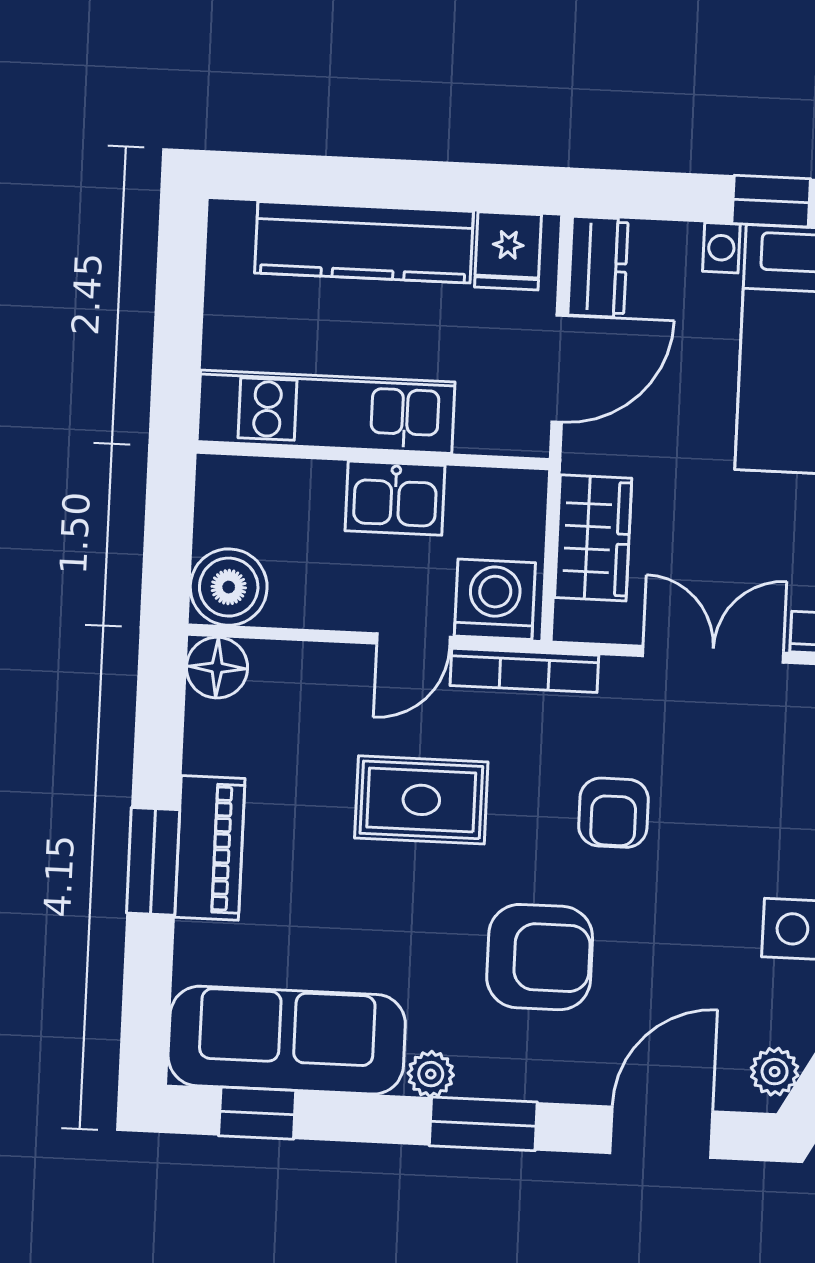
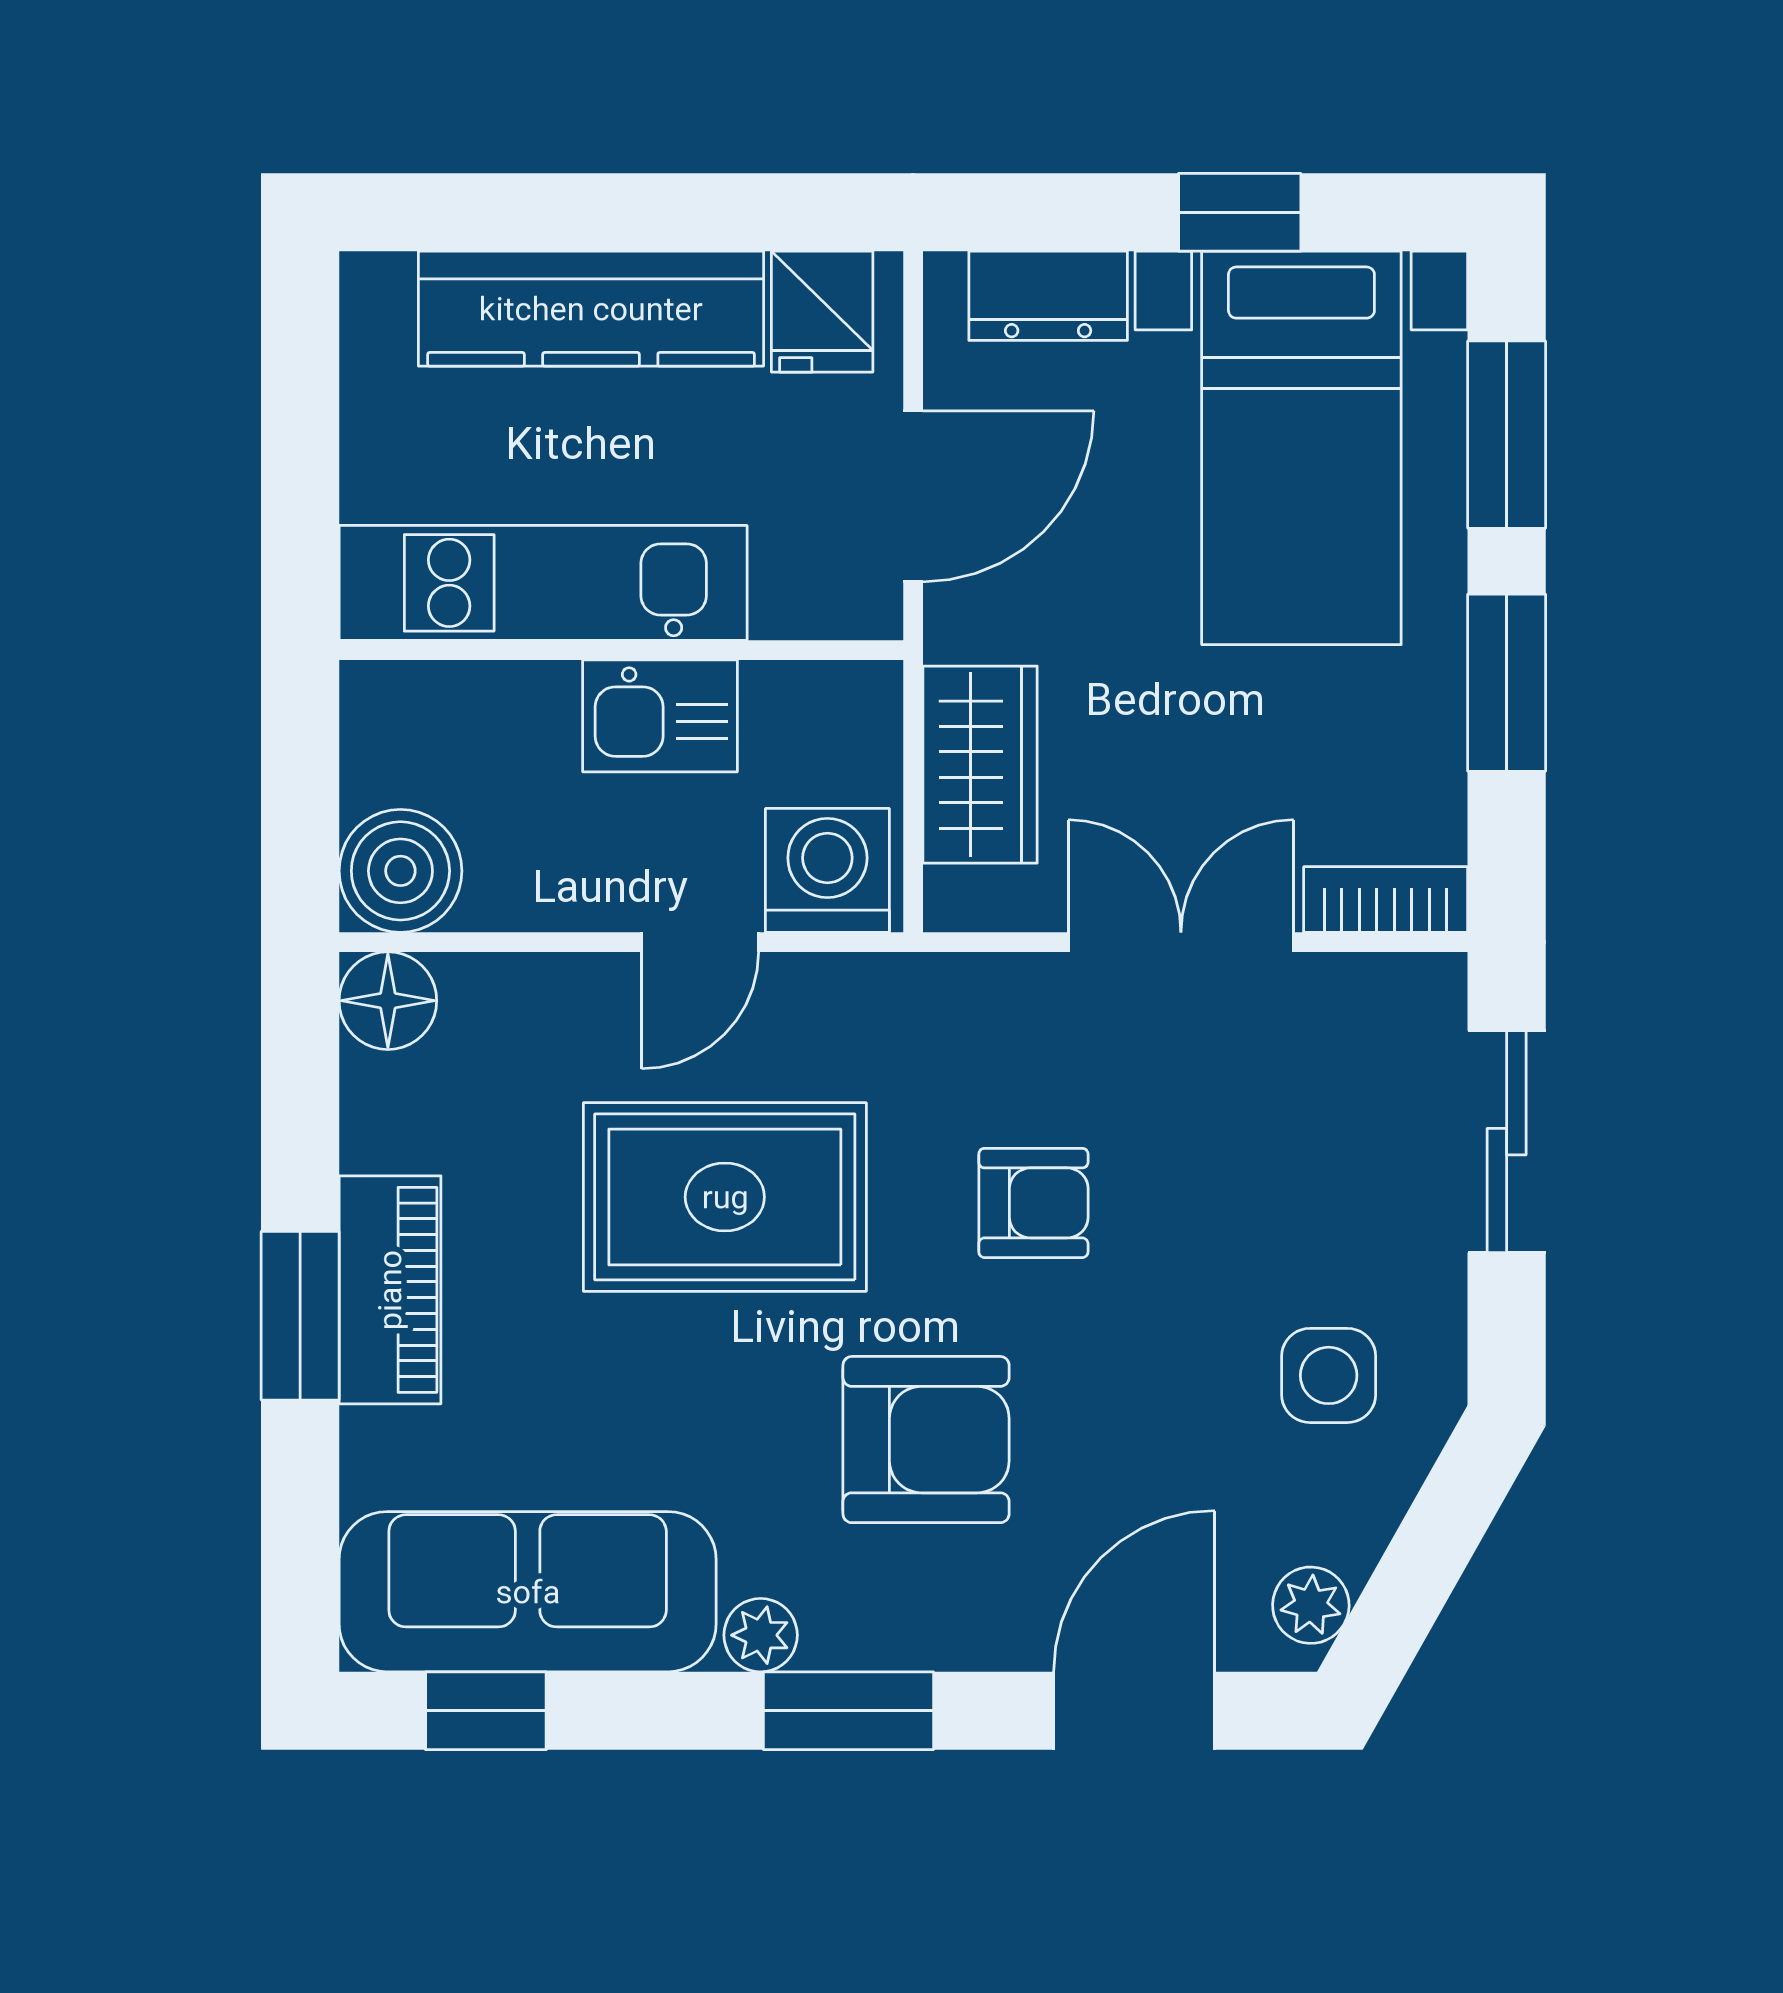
dresser: (598, 267) -> (1048, 296), moved, turned 90
bookcase: (524, 670) -> (880, 982), removed
rug: (421, 800) -> (725, 1197), width x1.36, depth x1.43
armchair: (613, 813) -> (1033, 1203), turned -90

